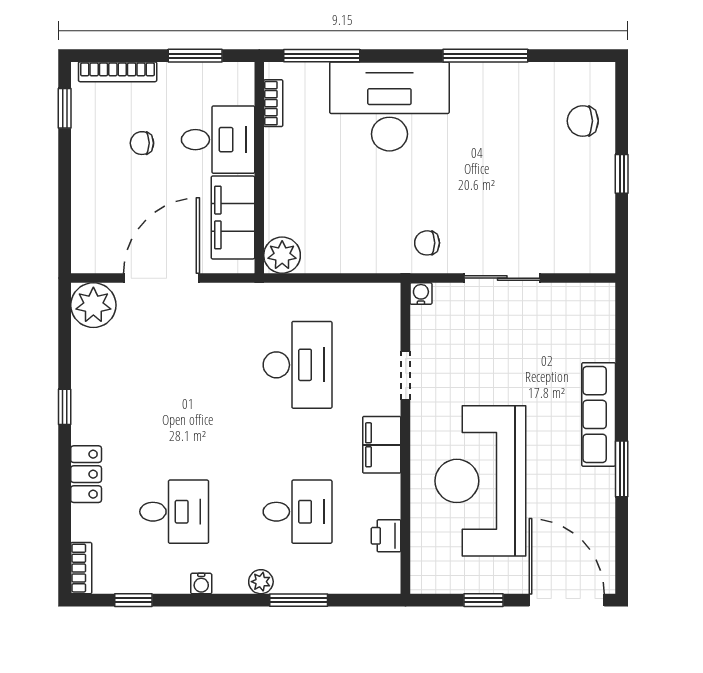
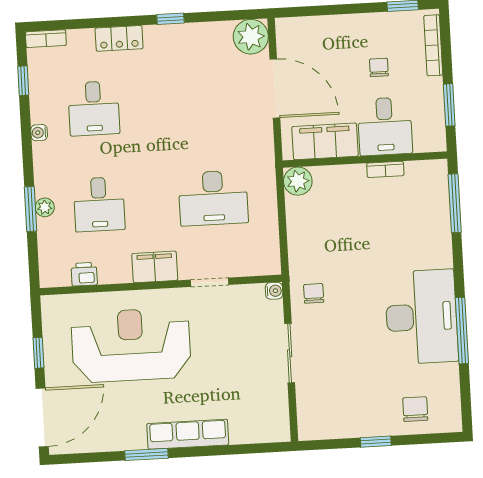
bookcase: (273, 103) -> (385, 169), moved
desk: (389, 106) -> (421, 317), moved
plant: (261, 582) -> (45, 207), moved

